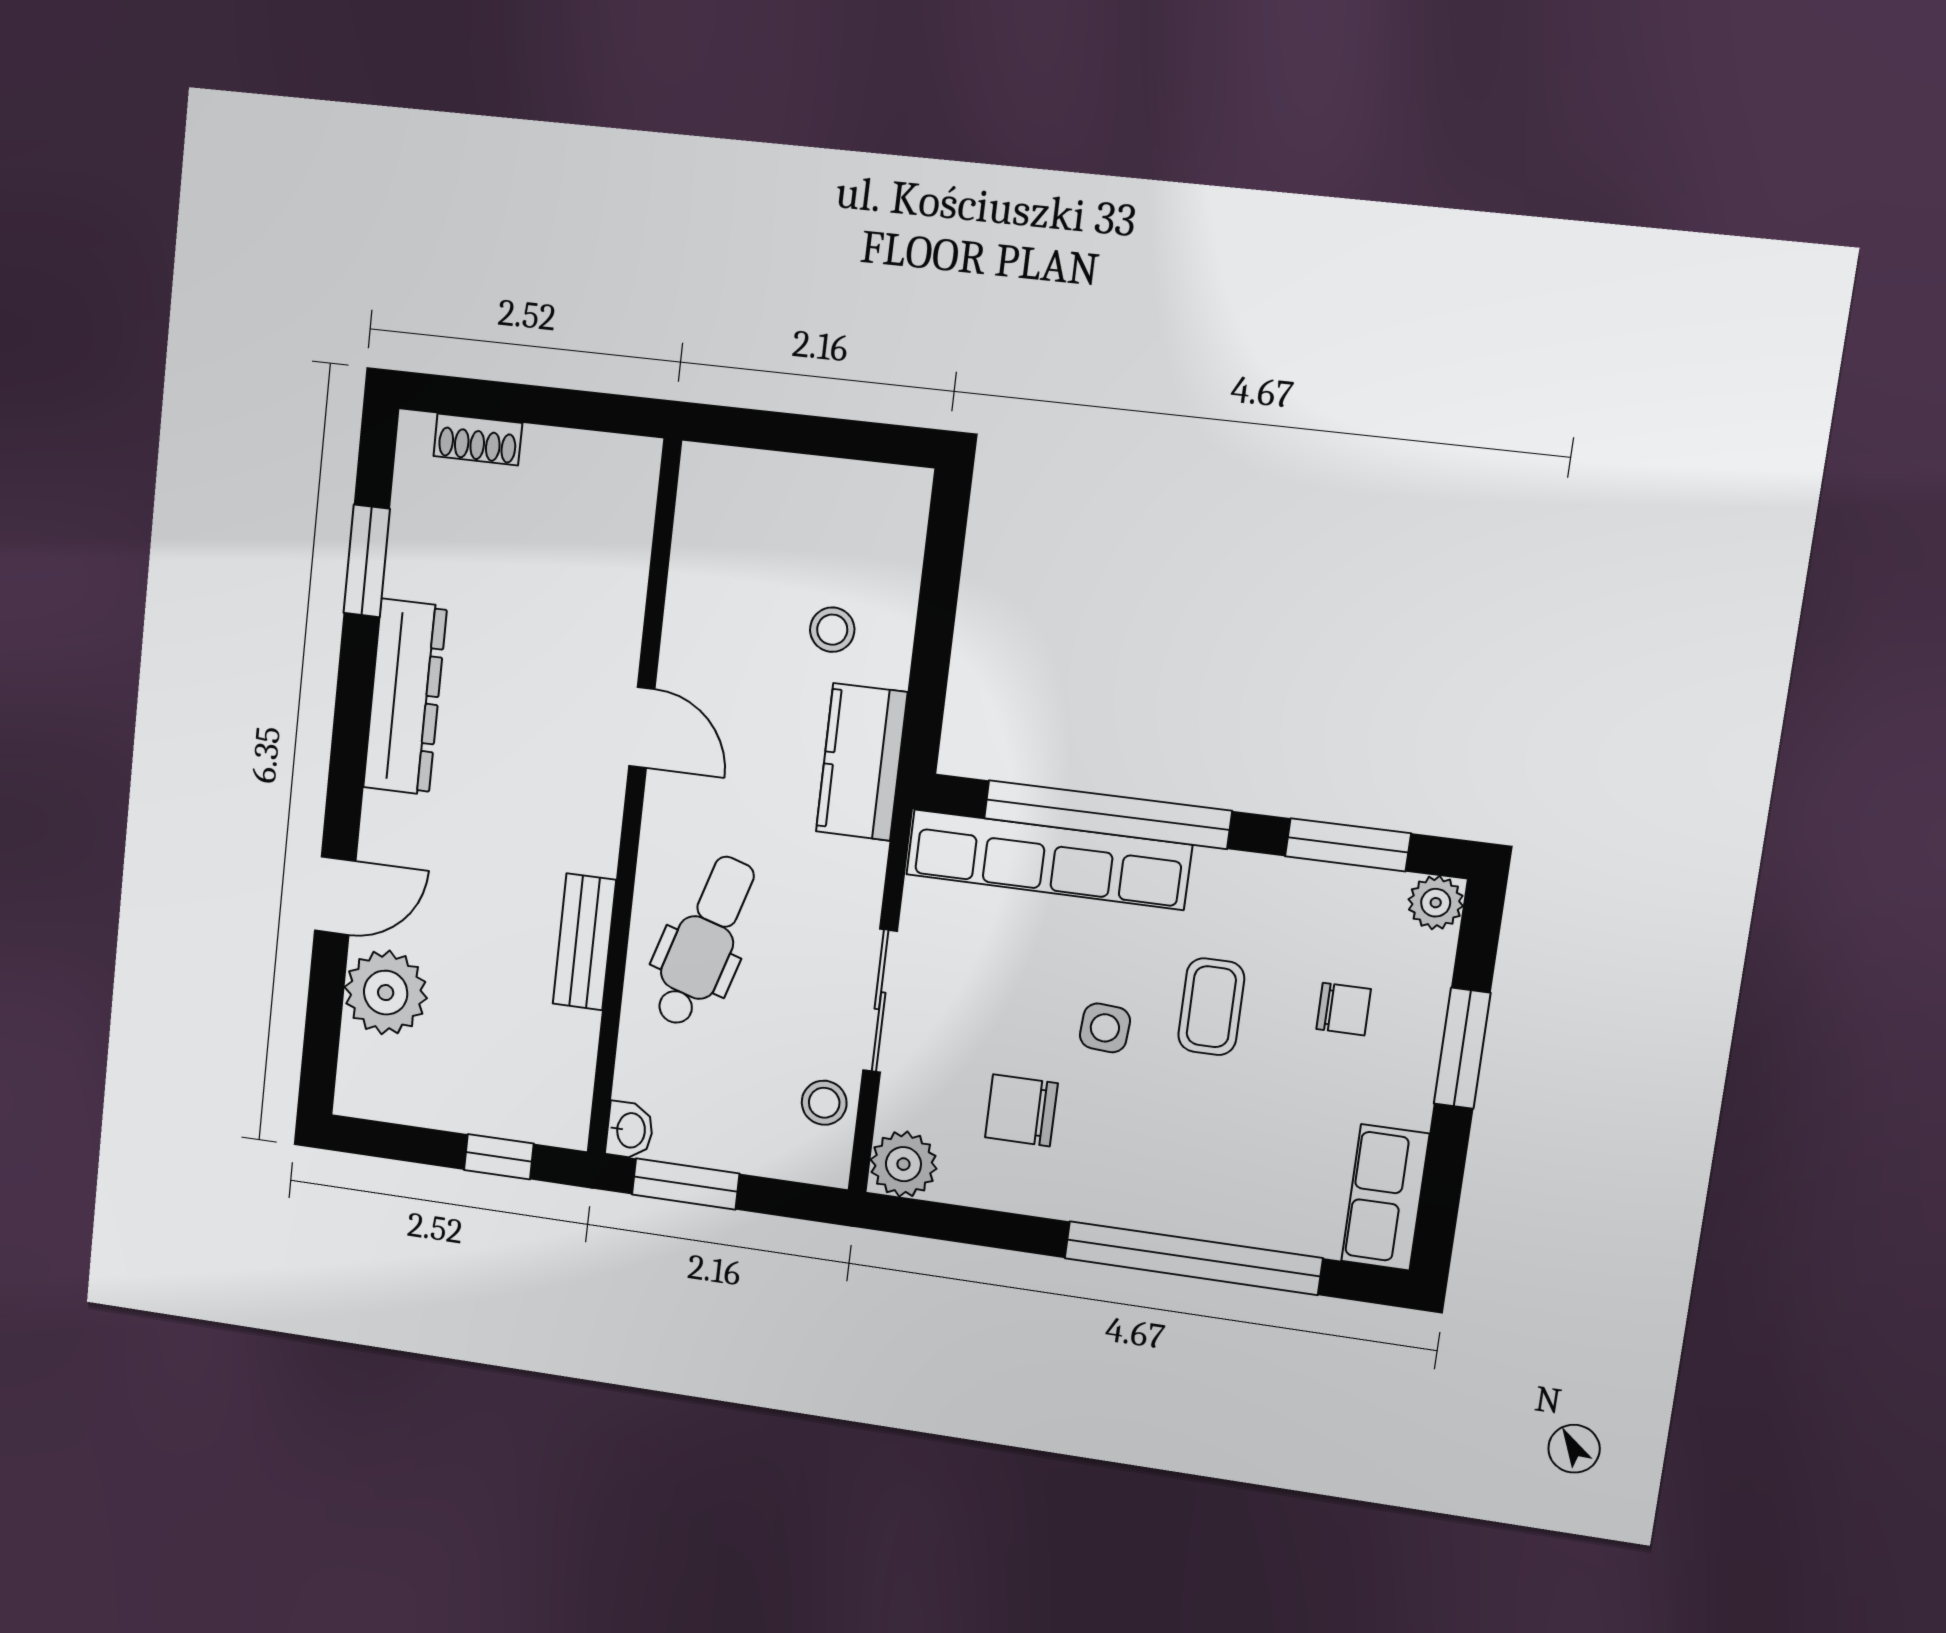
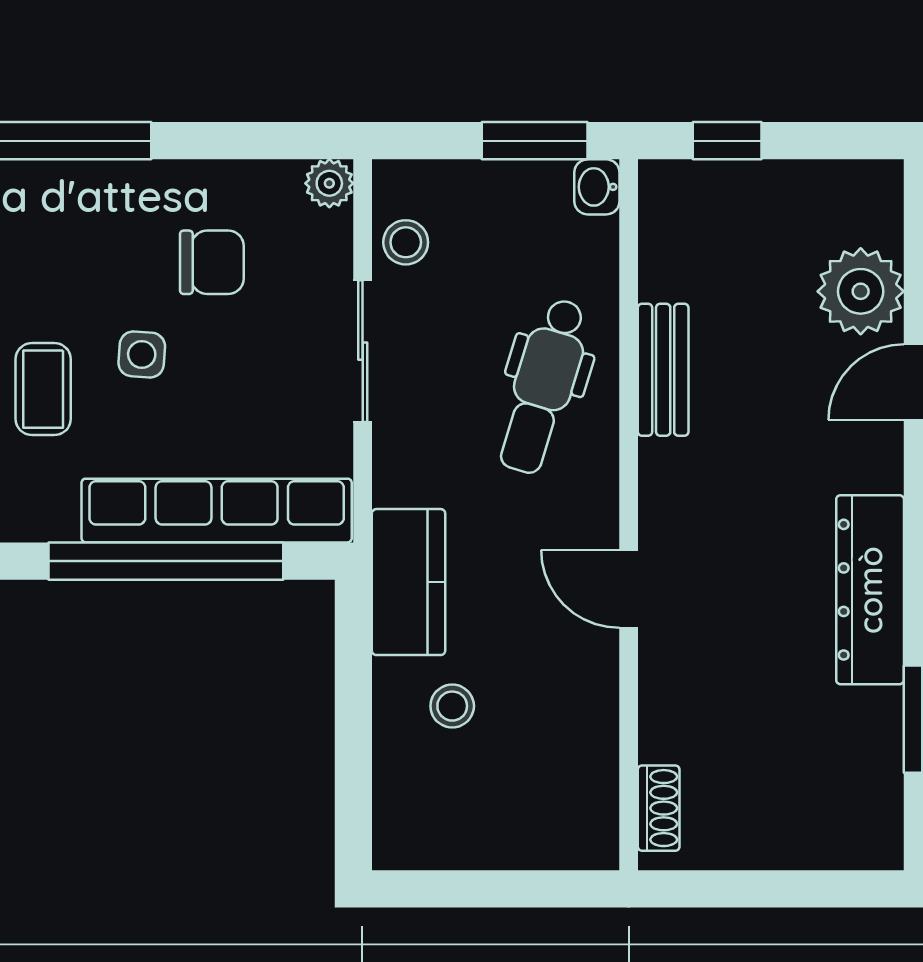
shoe rack: (478, 439) -> (659, 808), moved, turned 90
plant: (903, 1164) -> (329, 183), width x0.73, depth x0.73

